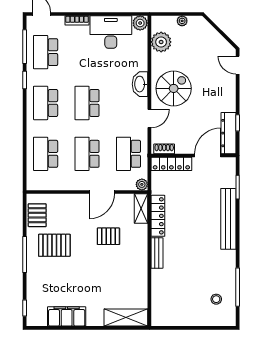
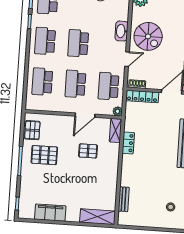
spiral stairs: (174, 88) -> (148, 36), turned 90
locker: (158, 216) -> (128, 143), width x0.66
bench: (157, 253) -> (124, 199), moved

